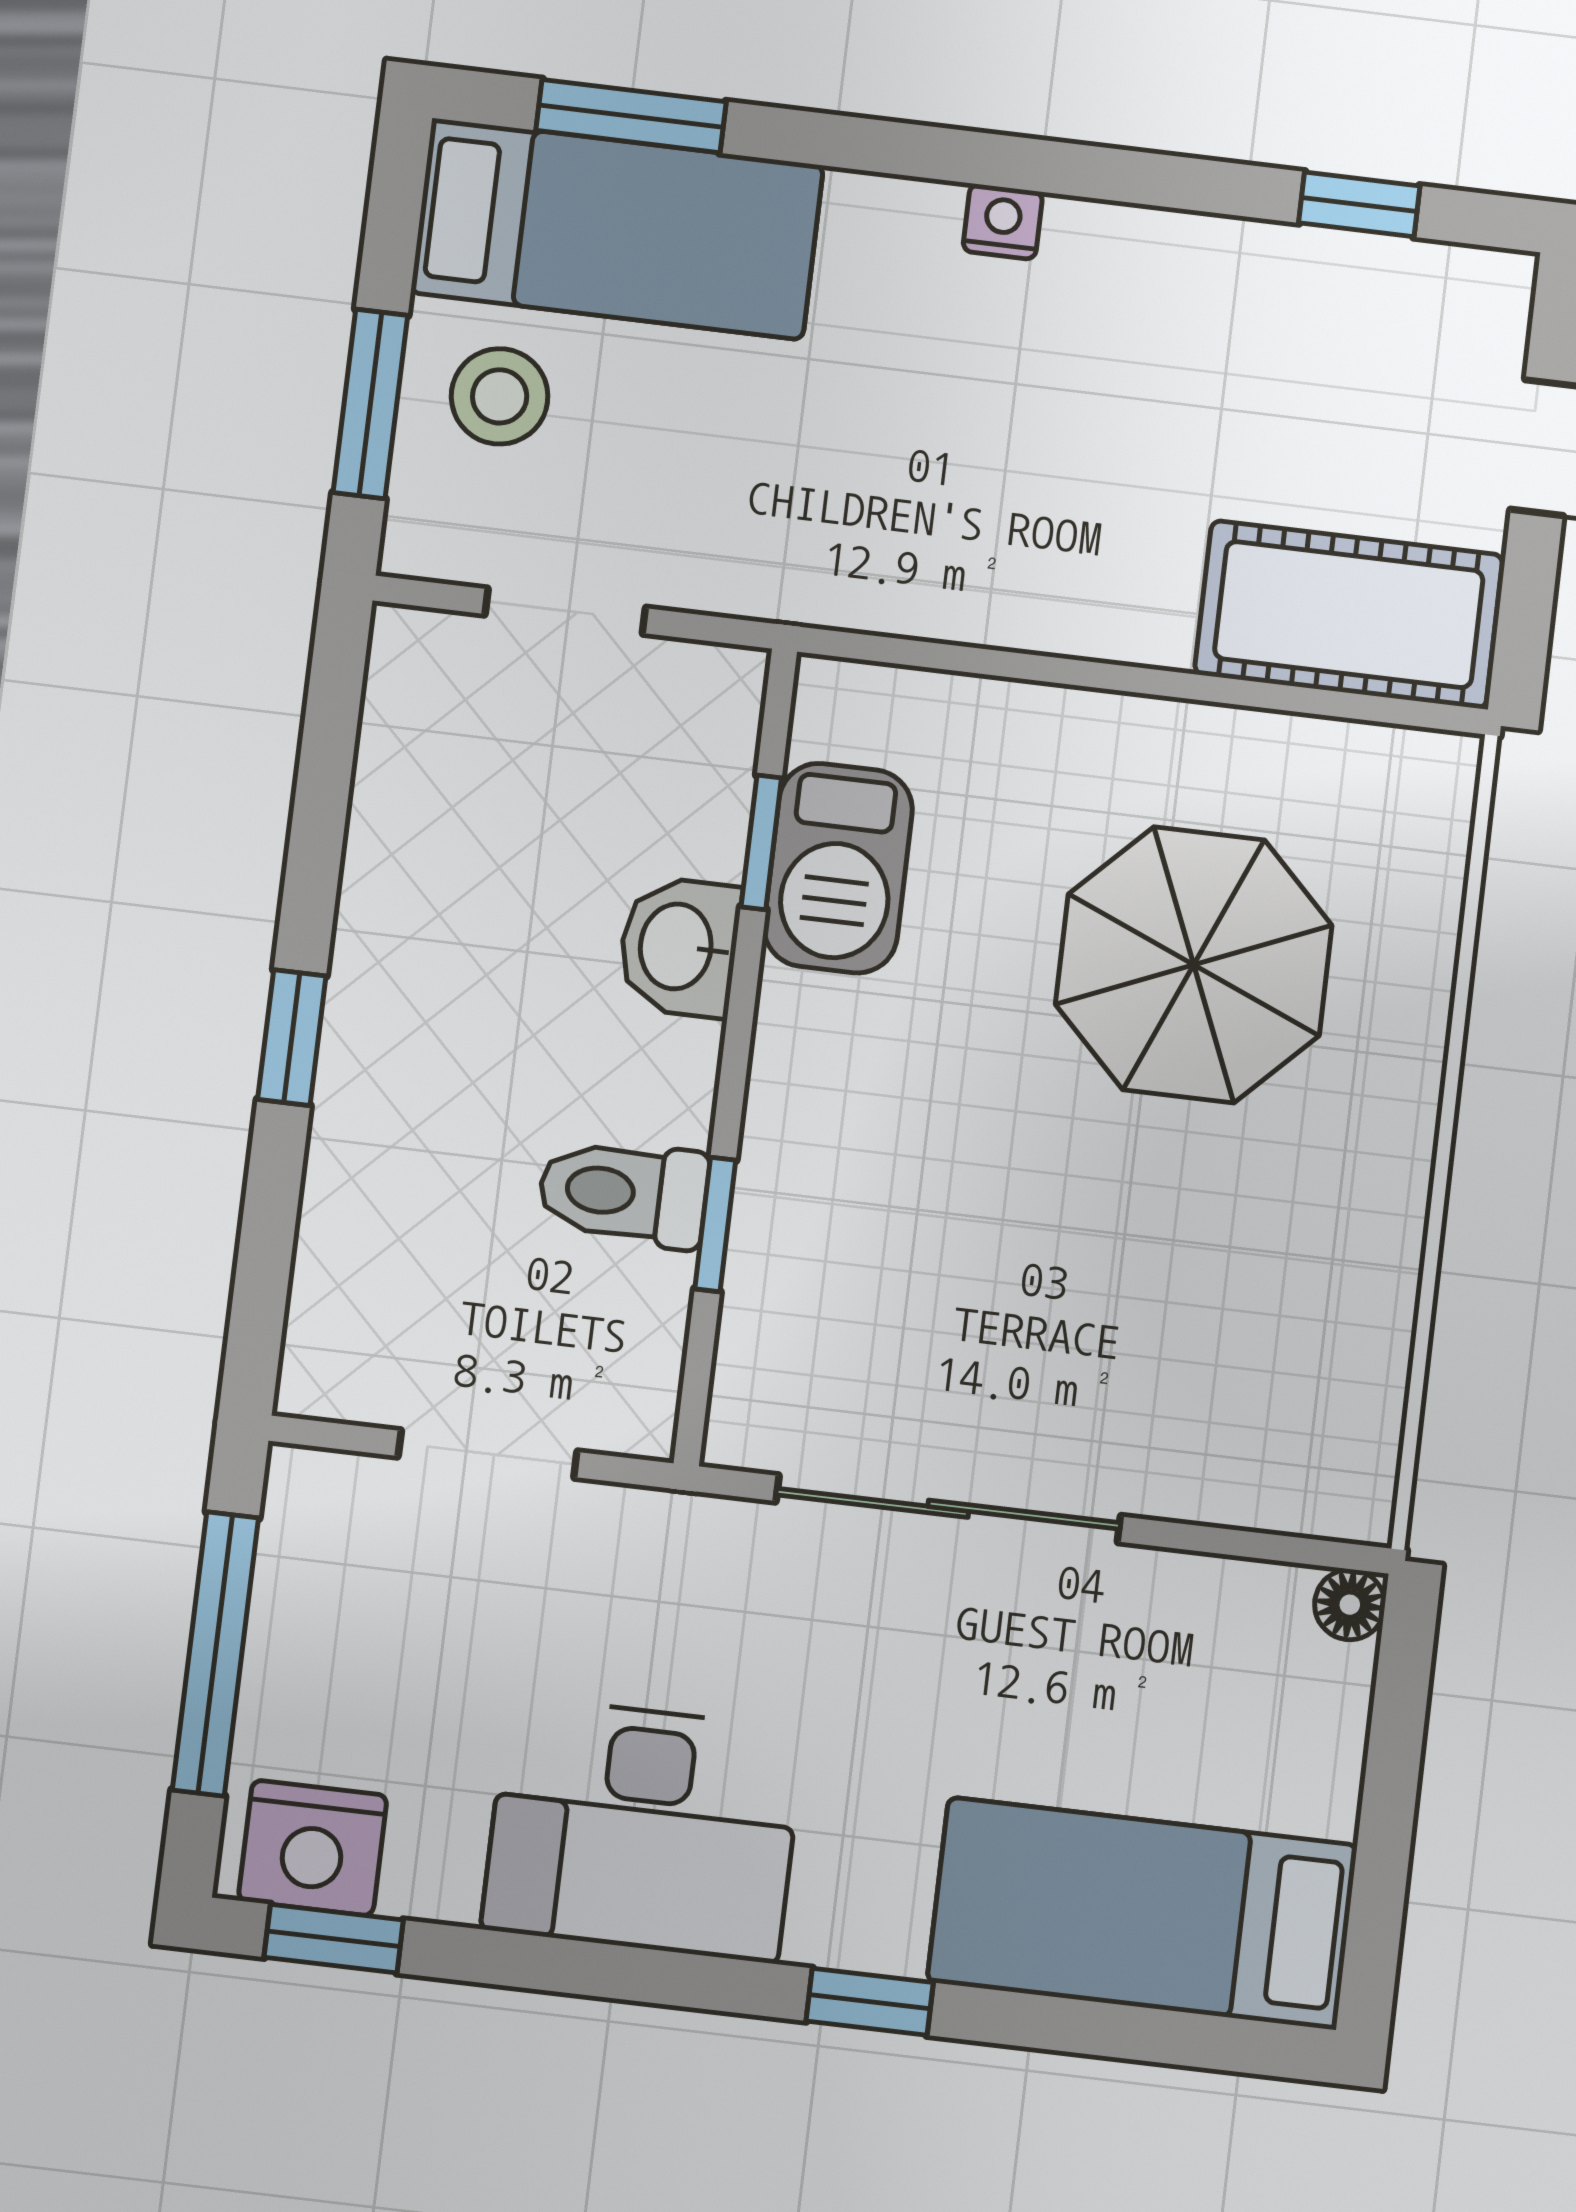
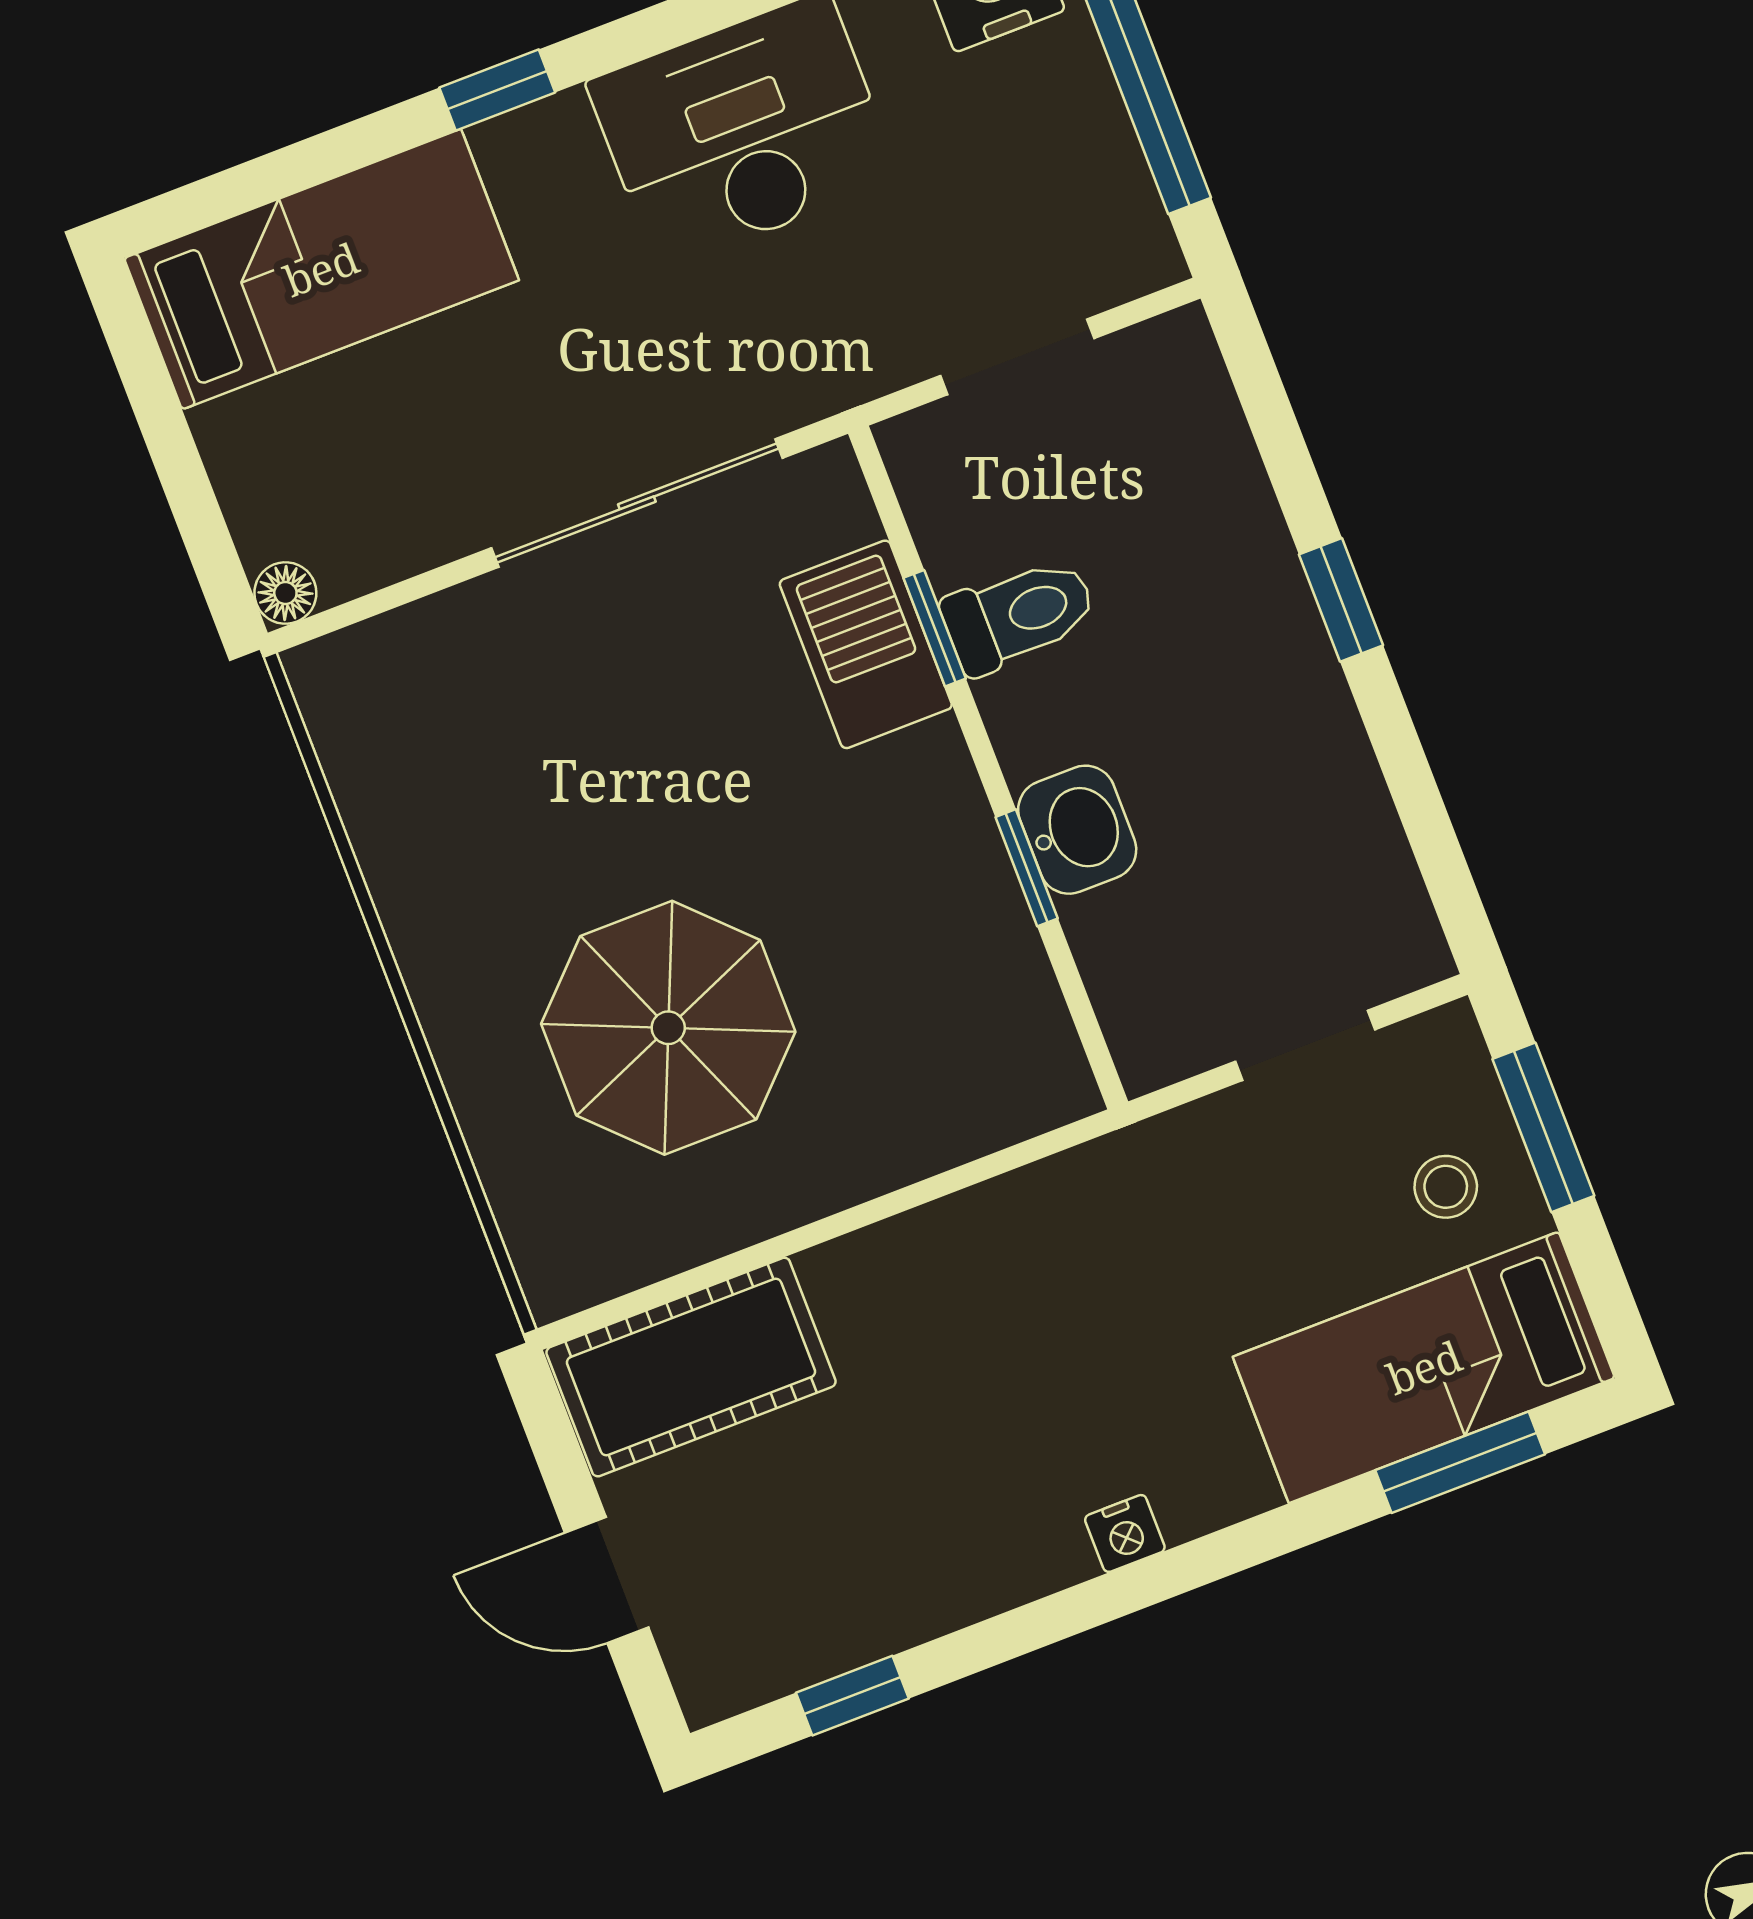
stool: (500, 396) -> (1446, 1187), width x0.73, depth x0.73
window: (761, 842) -> (1027, 868), moved
barbecue: (838, 868) -> (866, 644), moved

